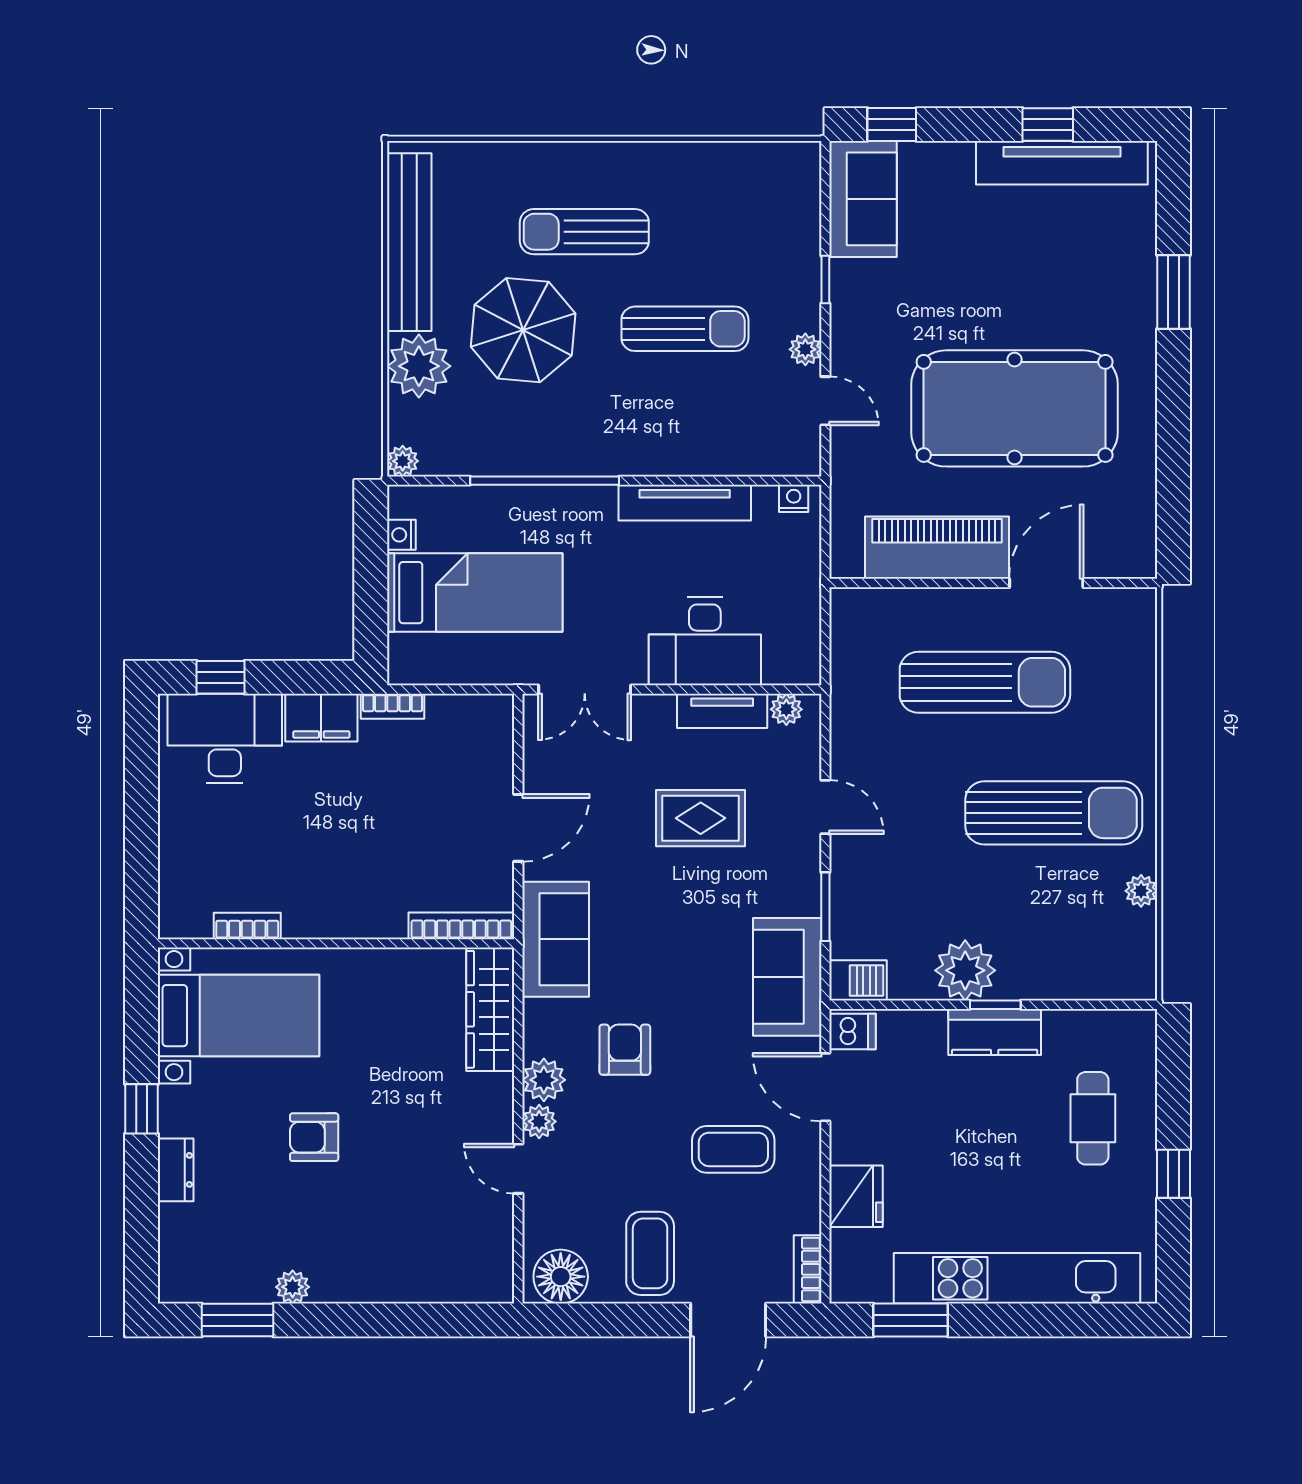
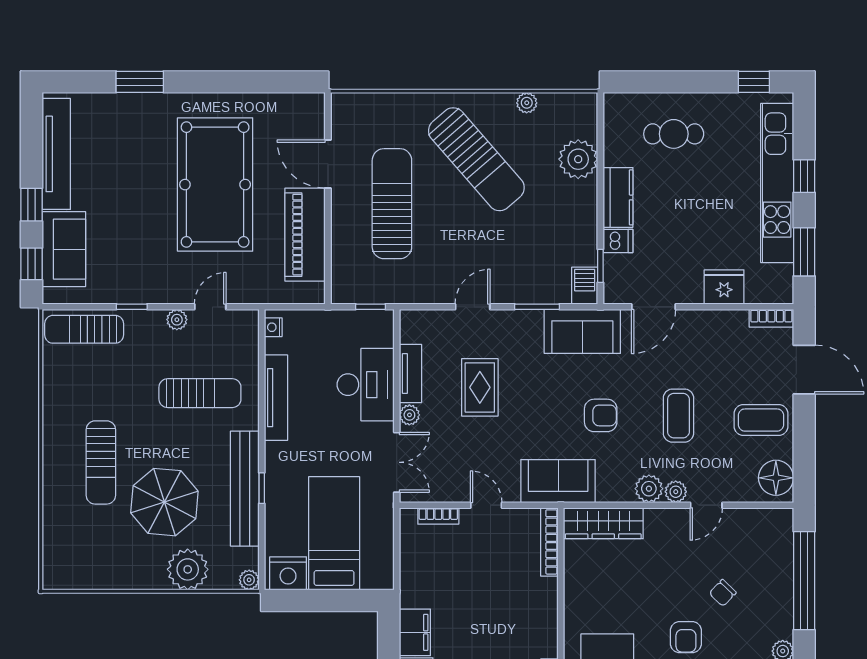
window: (1048, 124) -> (32, 205), moved
sofa: (863, 199) -> (64, 249), moved, turned 90
sun lounger: (790, 206) -> (84, 329), added
bench: (409, 242) -> (245, 489), moved, turned 90
sun lounger: (685, 329) -> (200, 393), moved, turned 90
window: (545, 481) -> (262, 488), width x0.32
nightstand: (401, 535) -> (288, 573), width x1.89, depth x1.79
window: (825, 649) -> (370, 307), added
bookcase: (393, 706) -> (438, 516), moved, turned 90
plant: (786, 709) -> (409, 415), moved
sun lounger: (1054, 813) -> (476, 159), turned 139
door: (518, 828) -> (486, 505), width x0.73
plant: (965, 970) -> (578, 159), moved
window: (995, 1005) -> (600, 266), moved
dishwasher: (853, 1031) -> (618, 241), moved, turned 90
armchair: (625, 1050) -> (601, 415), moved, turned 180
coffee table: (733, 1149) -> (678, 416), moved
window: (1173, 1174) -> (754, 82), moved
chair: (383, 1194) -> (723, 593), added
window: (401, 1320) -> (804, 581), added
window: (1028, 1320) -> (804, 176), added

